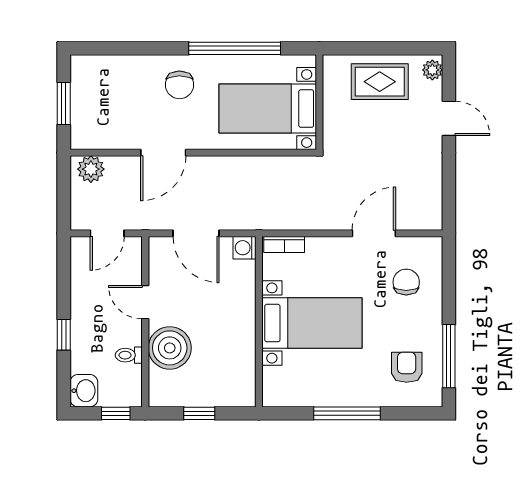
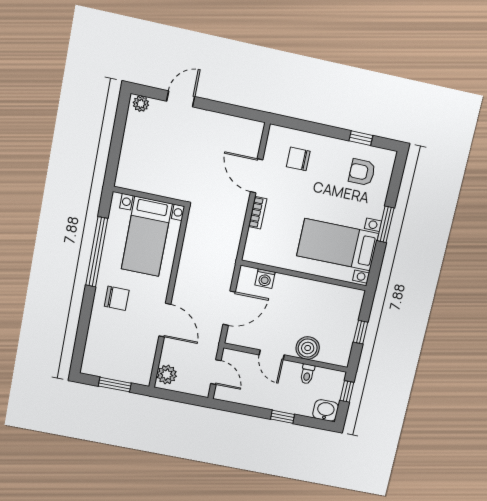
rug: (380, 82) -> (142, 147), removed
bookcase: (284, 245) -> (258, 213), moved
washing machine: (244, 248) -> (265, 279), moved
door: (145, 302) -> (272, 355), hinge flipped
bed with nightstands: (312, 323) -> (338, 245), moved, turned -90
boiler: (170, 348) -> (308, 348), width x0.73, depth x0.73
window: (449, 356) -> (361, 138), width x0.46
window: (347, 413) -> (386, 224), width x0.69

